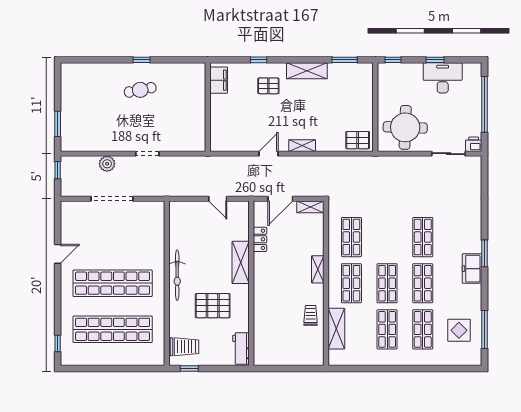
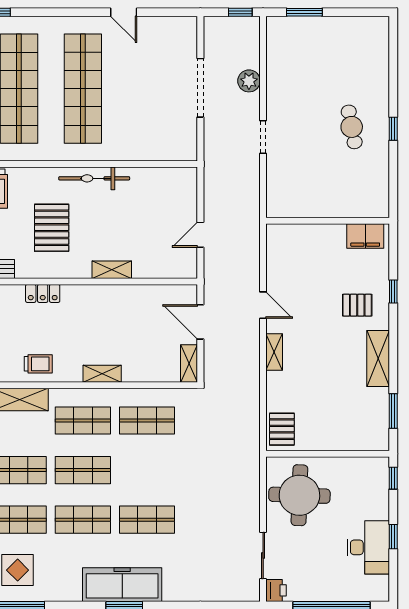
pallet: (268, 86) -> (357, 305), turned 90
locker: (260, 239) -> (43, 293), moved
shelving: (241, 262) -> (112, 270), width x0.67, depth x0.75
freezer: (472, 269) -> (122, 585), width x1.91, depth x1.26

